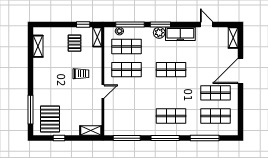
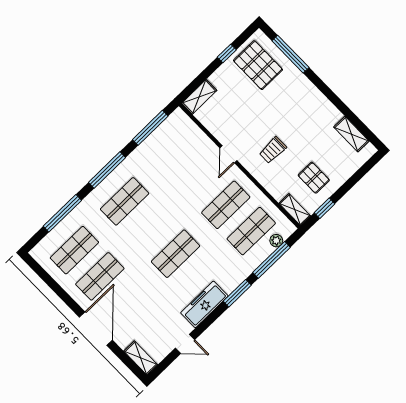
plant: (159, 33) -> (230, 282), removed

